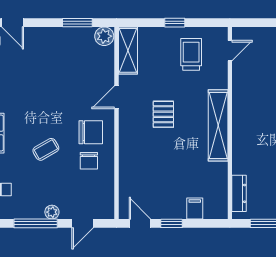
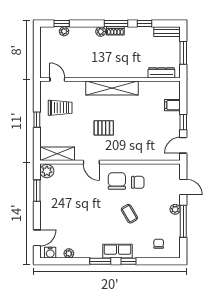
trolley: (191, 54) -> (60, 108), turned 180

